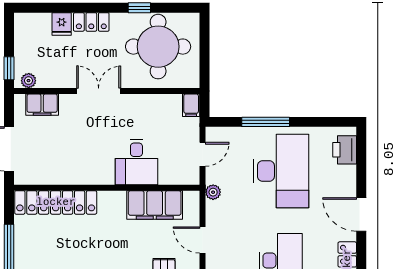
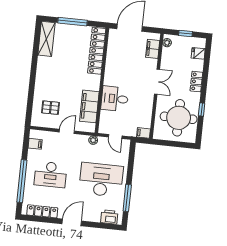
fridge: (62, 24) -> (198, 53), moved
window: (9, 68) -> (185, 33), moved
window: (266, 122) -> (127, 198), moved
desk: (281, 171) -> (101, 180), turned 180

